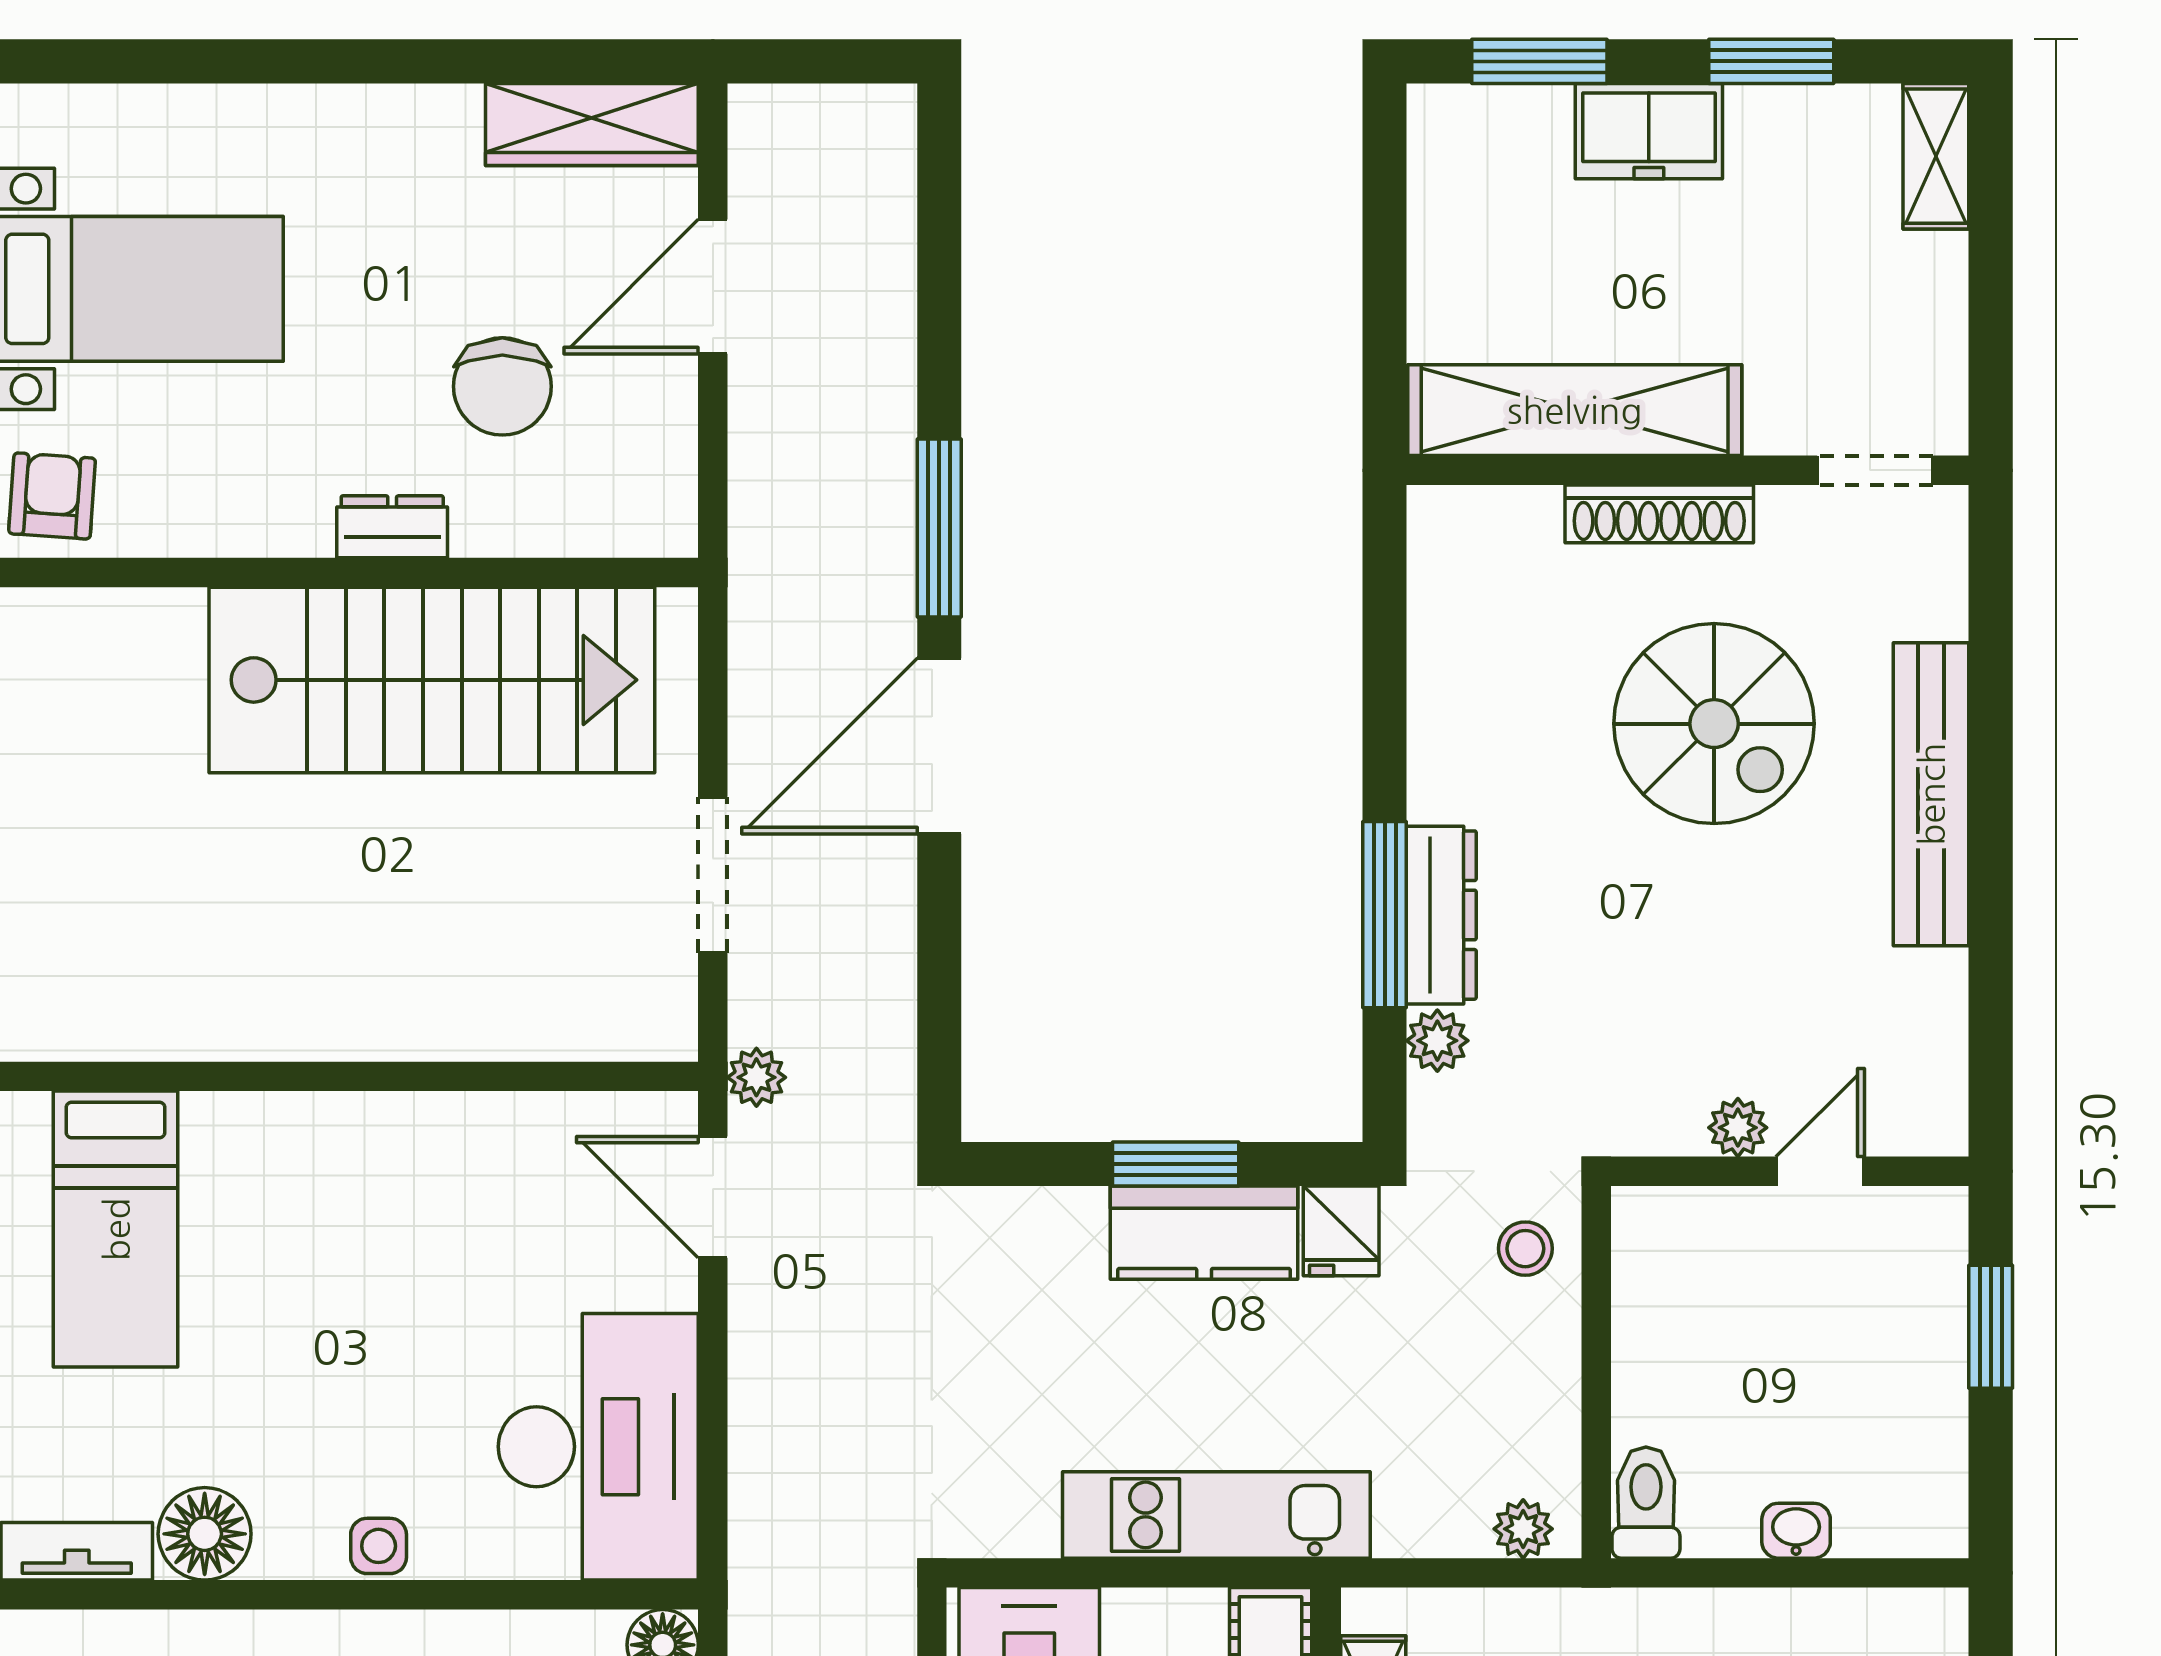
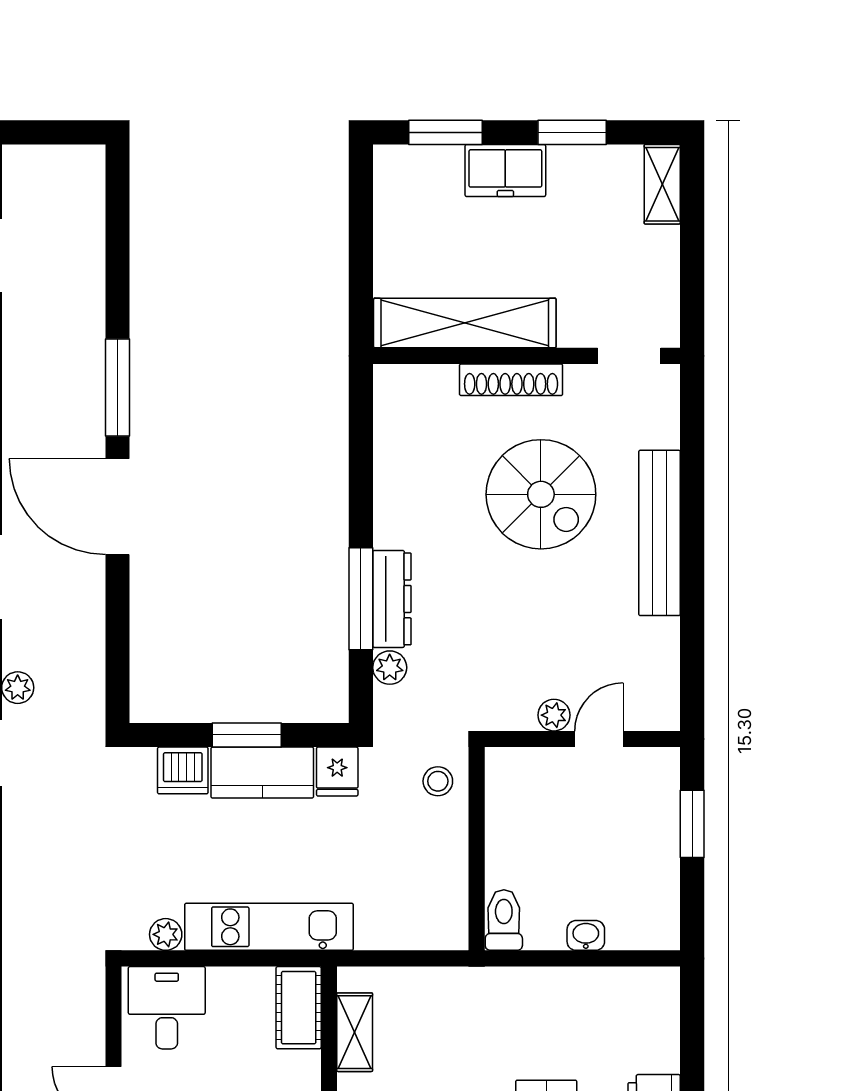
door: (939, 746) -> (117, 507), hinge flipped
dishwasher: (1059, 1229) -> (183, 770), added
plant: (1523, 1529) -> (166, 934), moved

